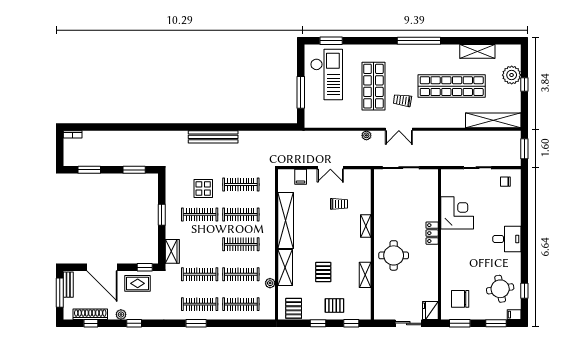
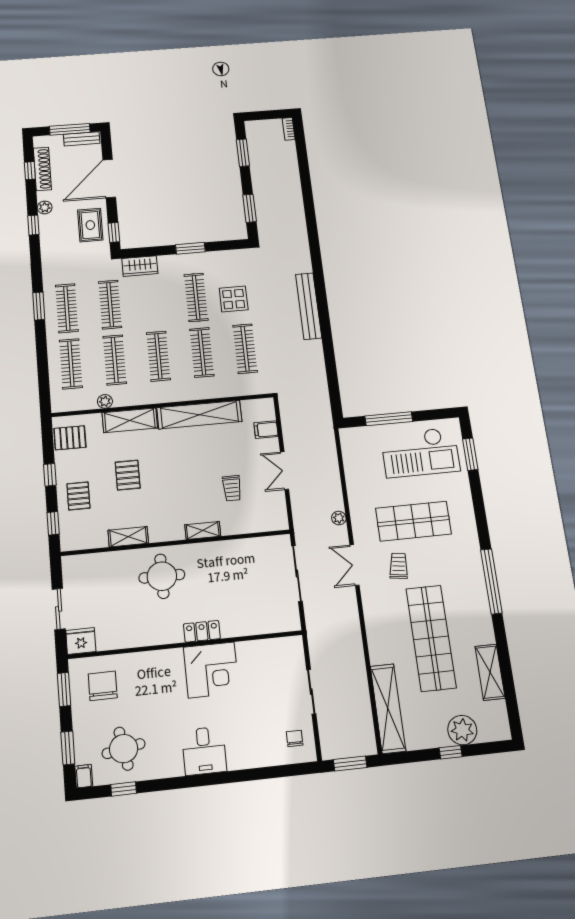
corner desk: (457, 213) -> (211, 670), moved
pallet: (323, 272) -> (128, 475), turned 90

